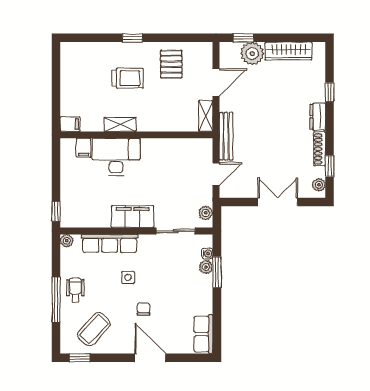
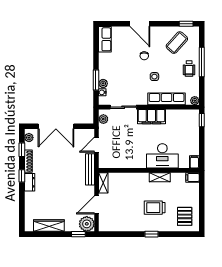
plant: (252, 54) -> (87, 224), moved
pallet: (171, 64) -> (185, 216), moved
window: (330, 92) -> (22, 176), moved
filing cabinet: (84, 148) -> (194, 162), moved
double door: (278, 202) -> (56, 126), width x1.37

